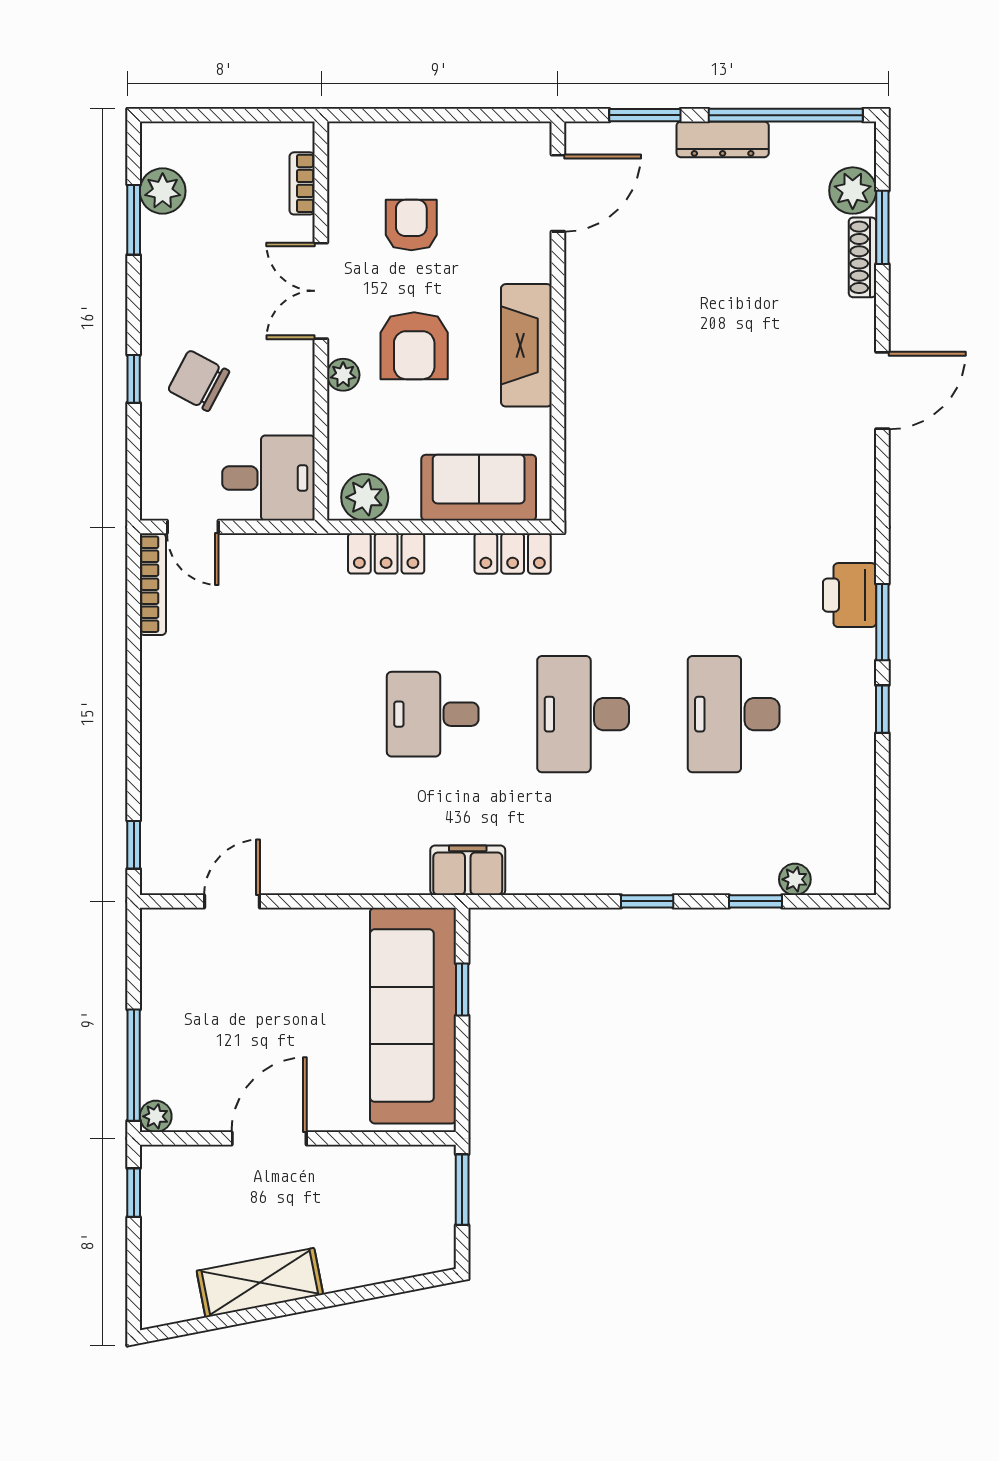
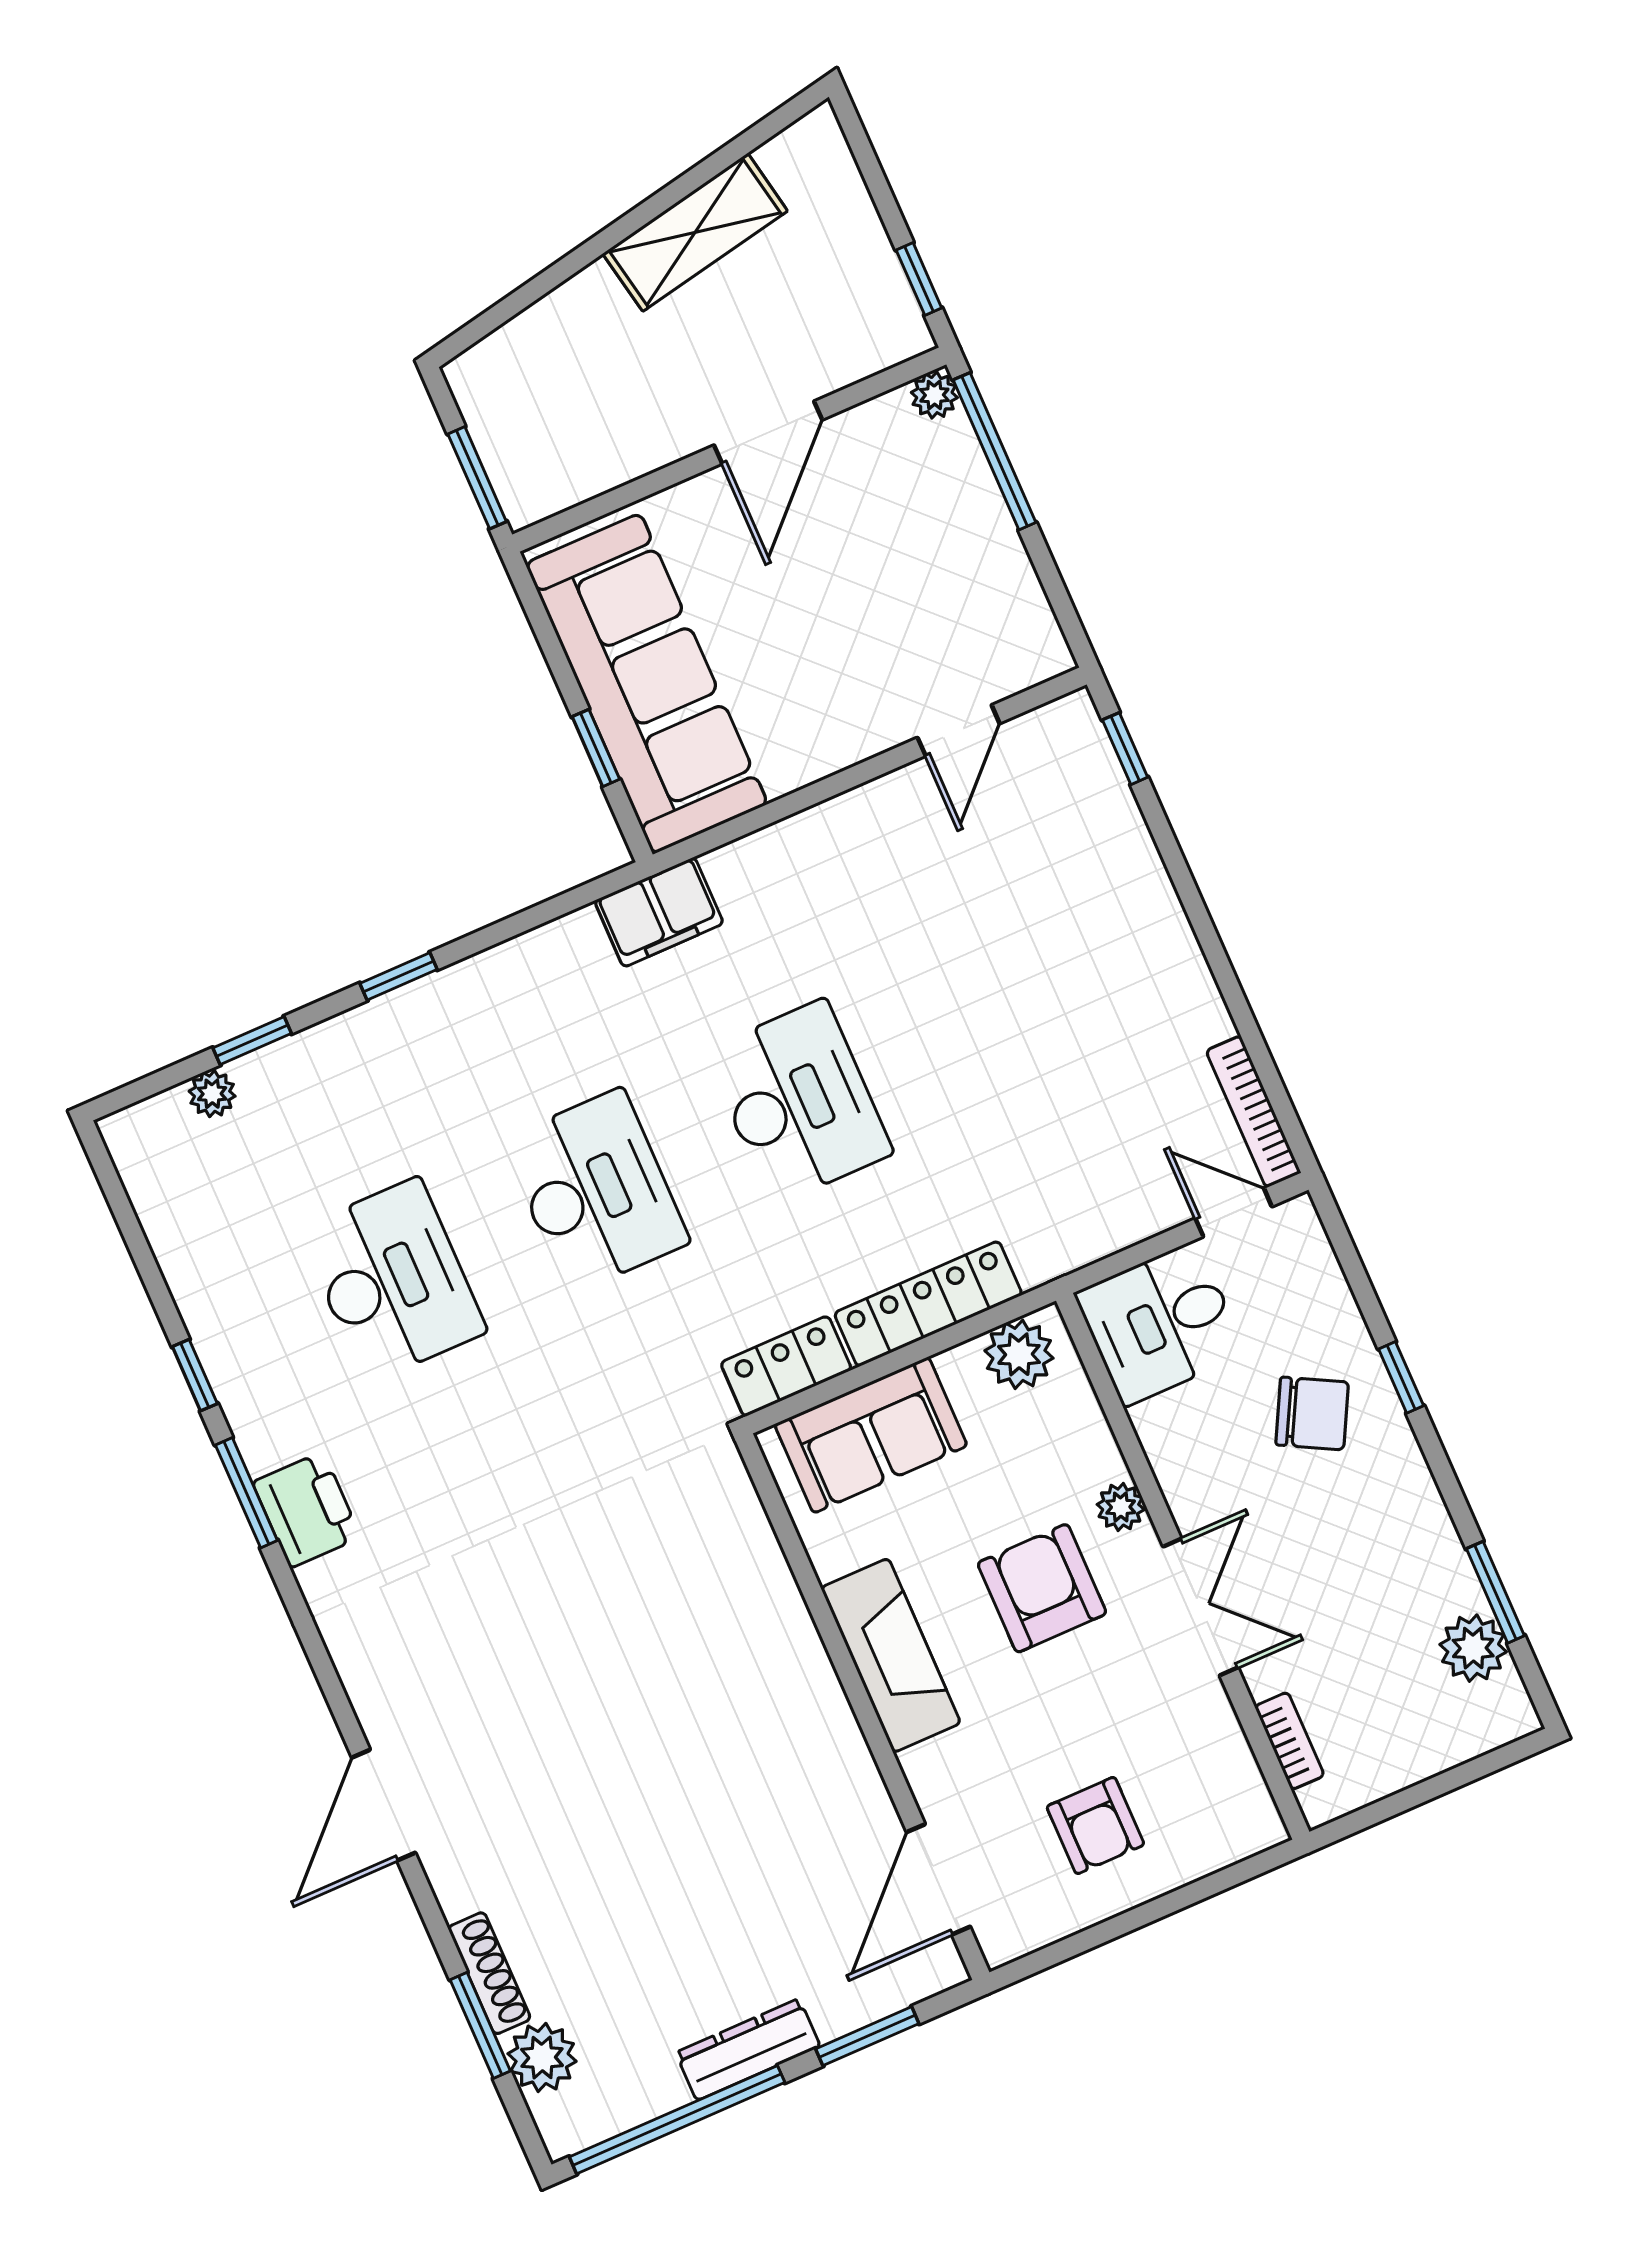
armchair: (411, 225) -> (1095, 1826), moved
locker: (386, 553) -> (928, 1304), width x1.53
desk: (433, 714) -> (799, 1102), width x1.37

